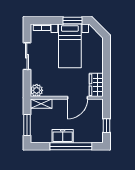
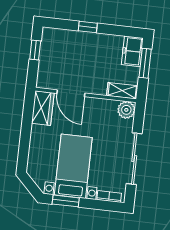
sliding door: (27, 56) -> (134, 159), width x1.37
door: (78, 98) -> (71, 93), swing flipped
freezer: (63, 136) -> (132, 51), moved, turned 90
window: (71, 146) -> (88, 27), width x0.32

